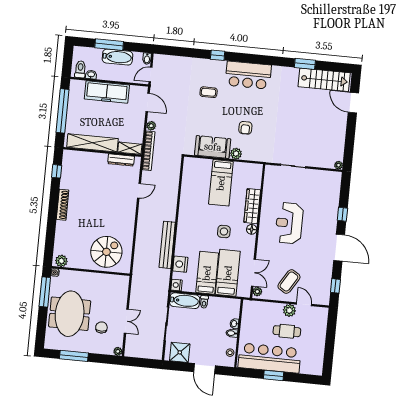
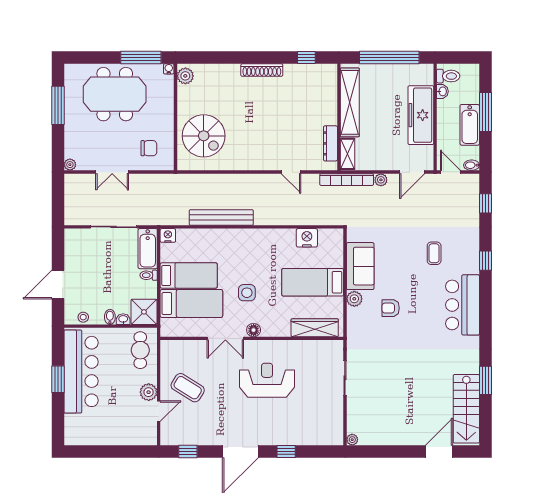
window: (176, 51) -> (485, 203), added
wardrobe: (252, 206) -> (315, 328), moved
nightstand: (180, 264) -> (307, 238), moved
double door: (254, 273) -> (225, 338), moved
plant: (257, 292) -> (170, 346), removed
chair: (101, 327) -> (149, 148), moved
cafe table: (287, 331) -> (140, 350), moved
shower: (180, 352) -> (144, 312), moved

